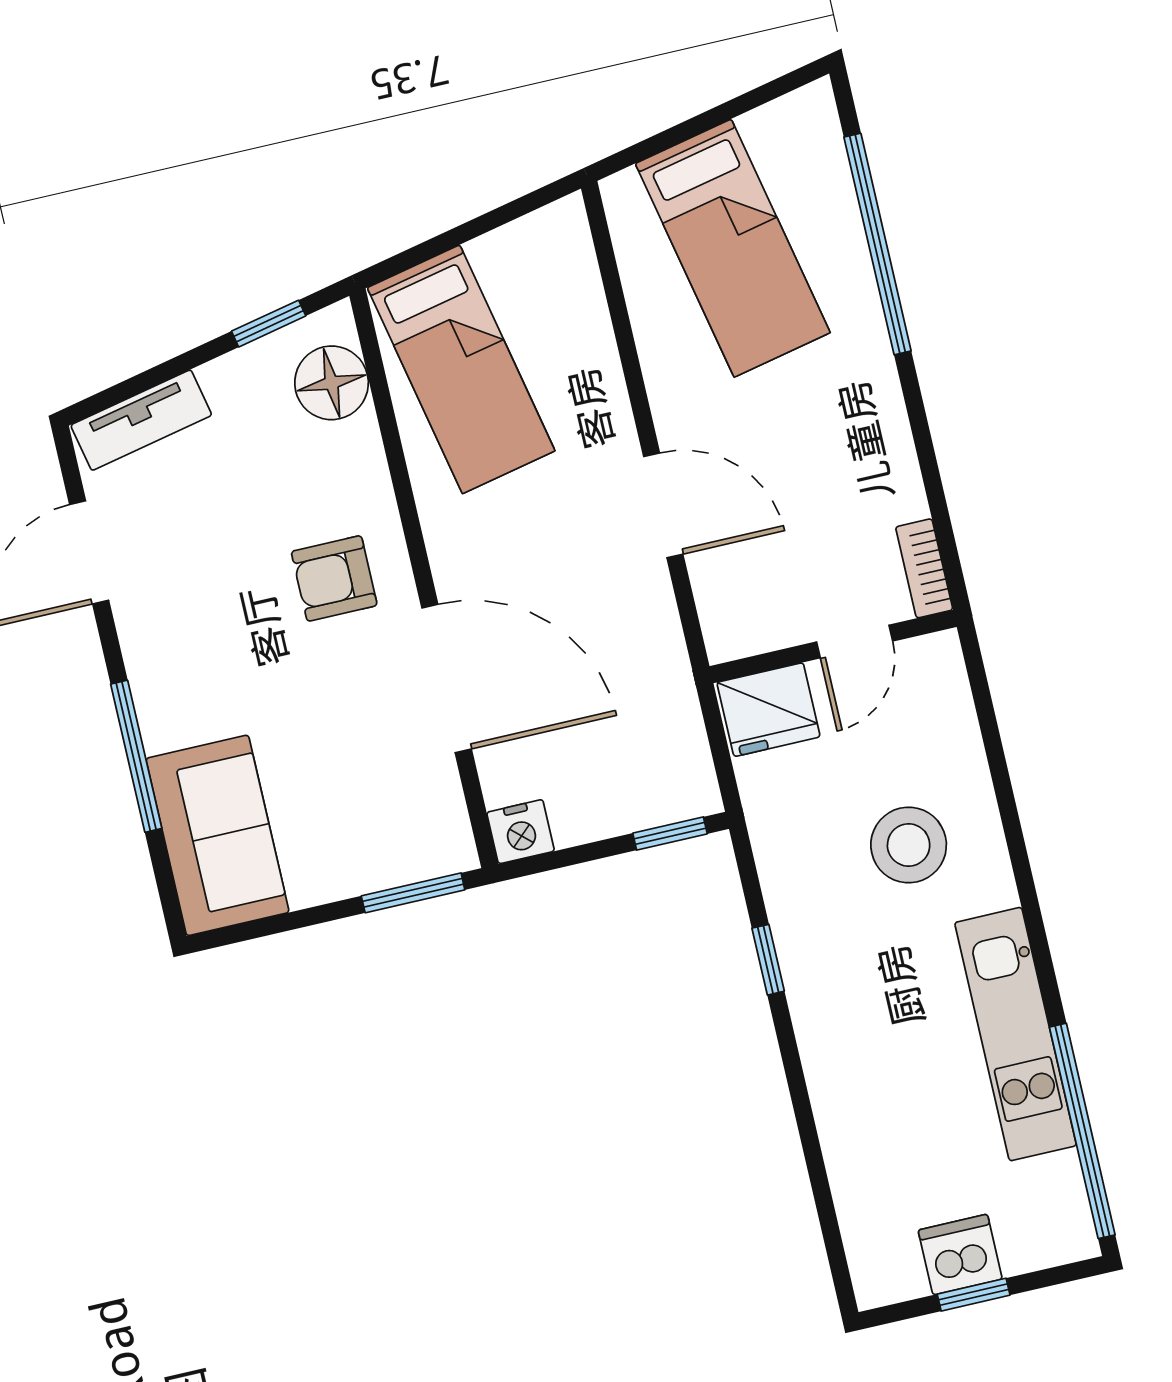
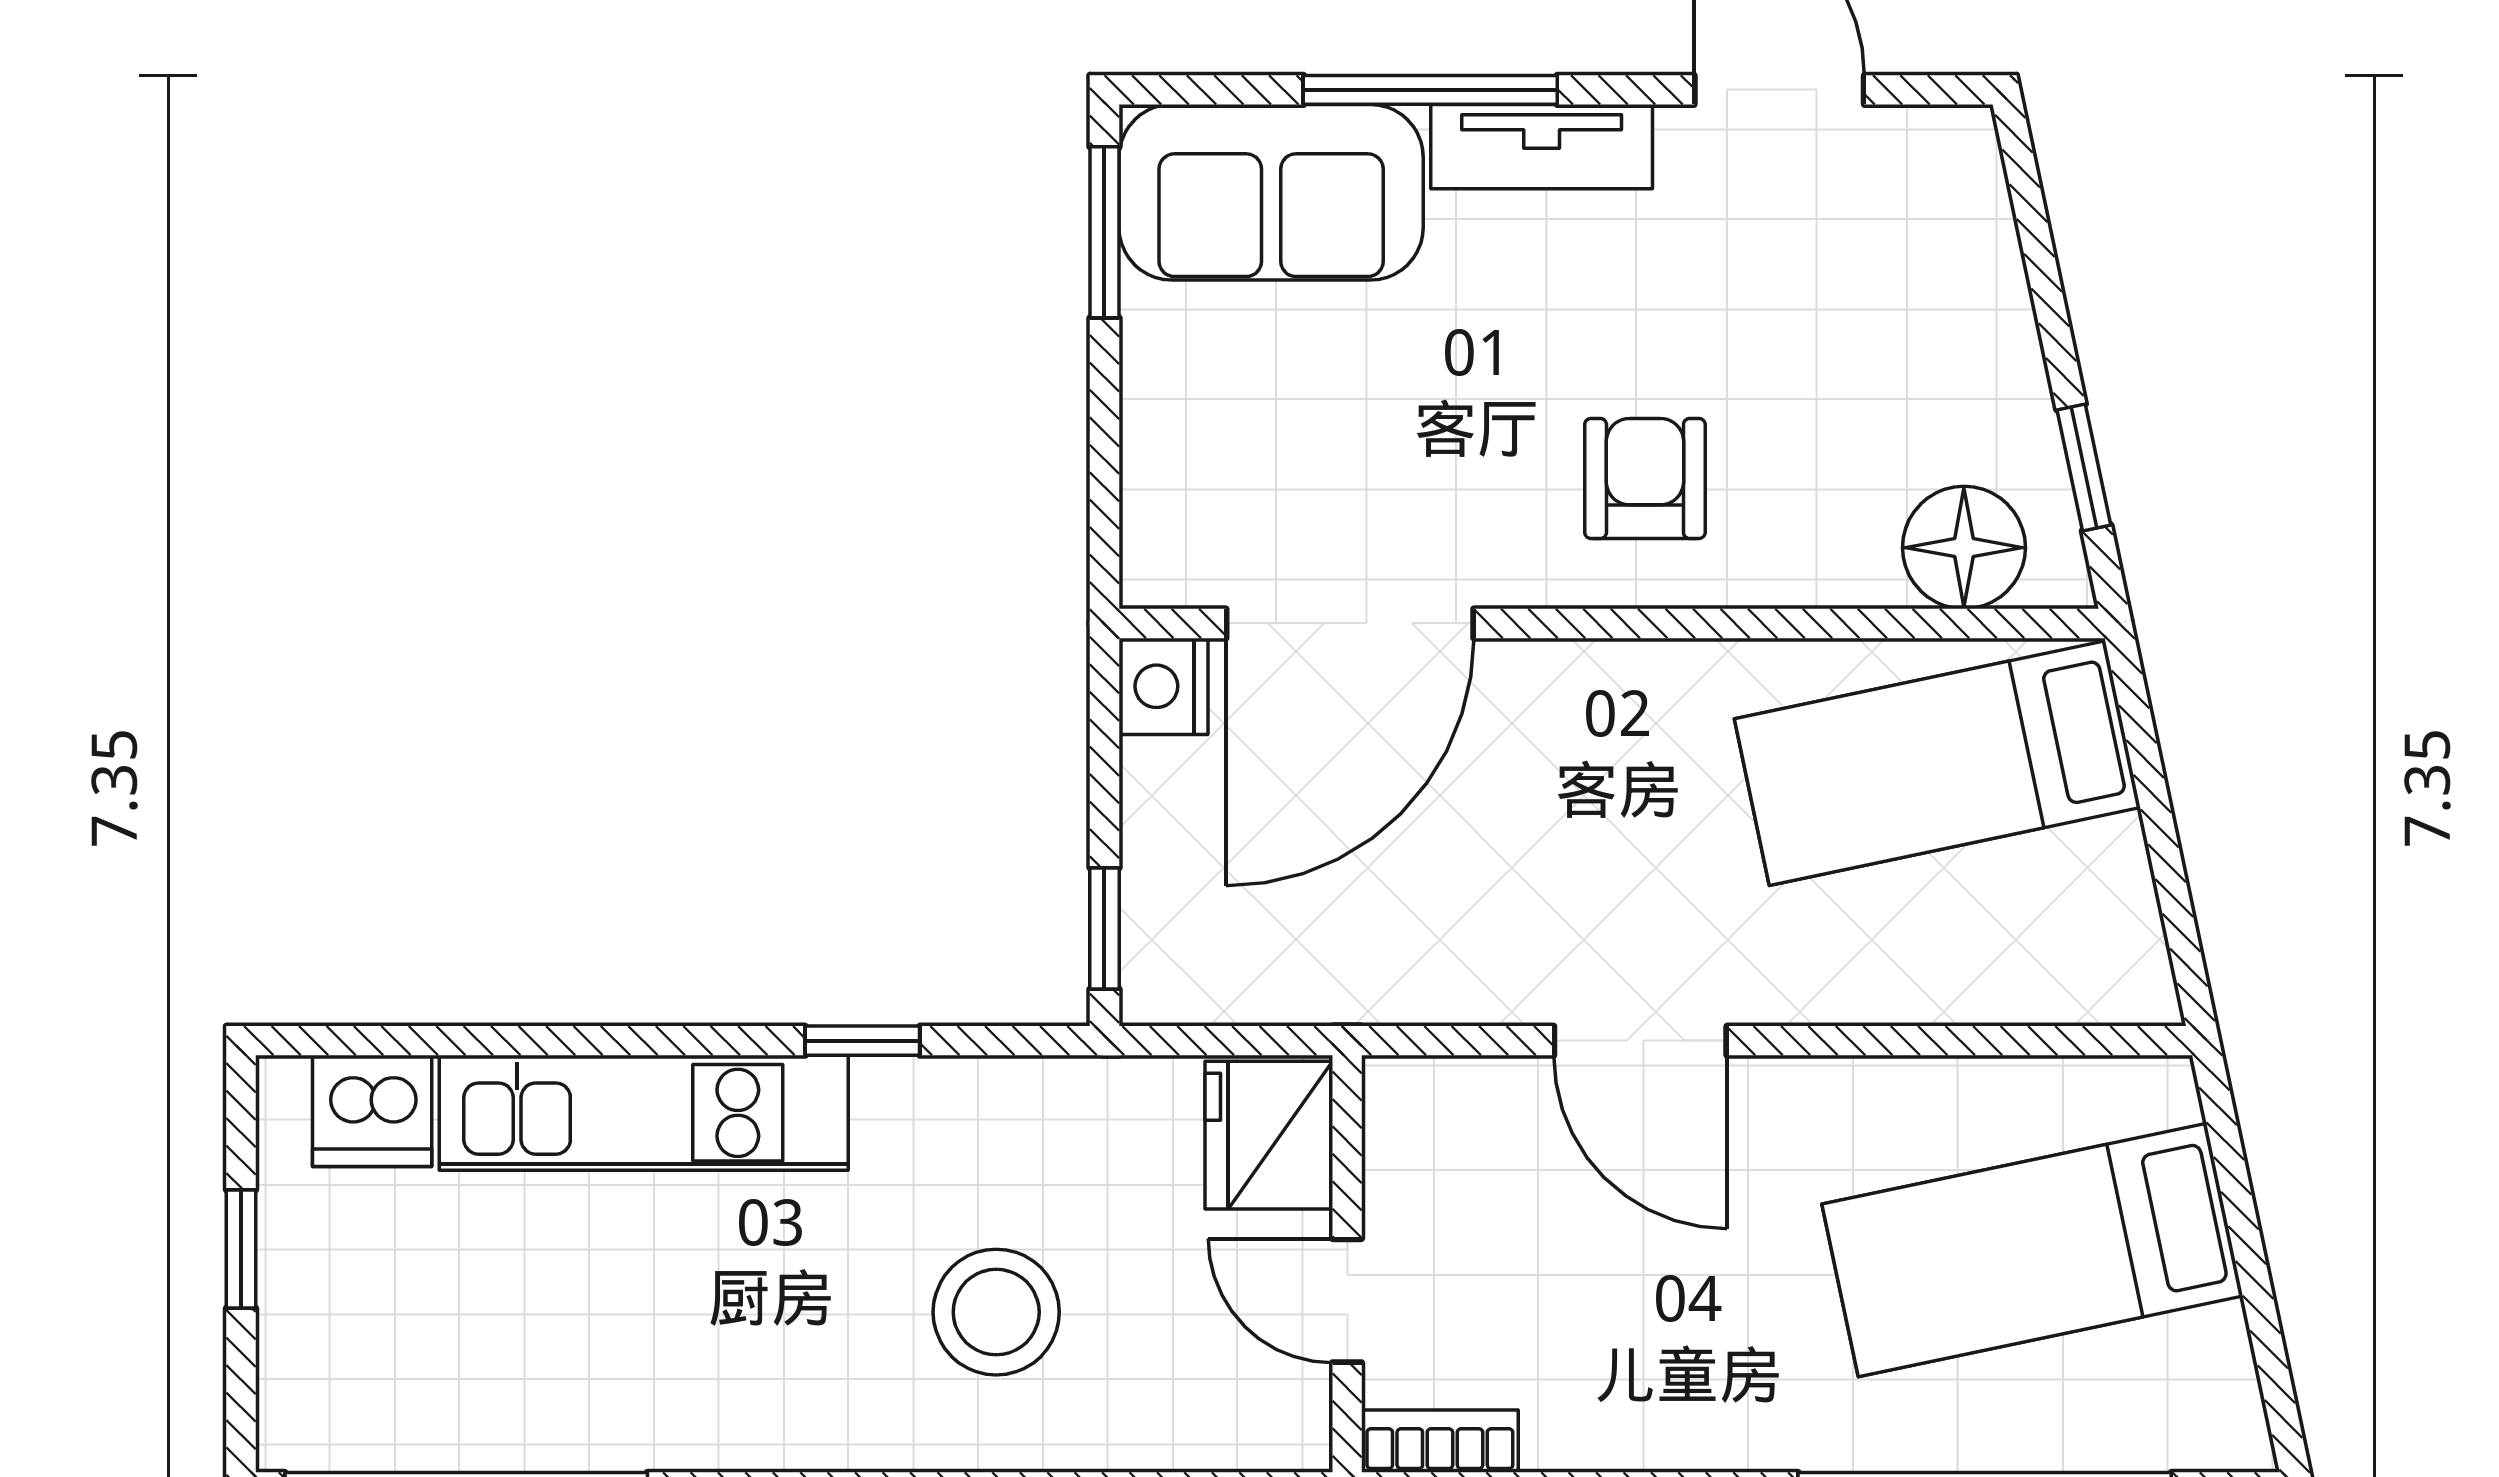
tv unit: (141, 420) -> (1542, 147), moved, turned -78
door: (663, 505) -> (1640, 1041), hinge flipped
door: (447, 678) -> (1350, 623), moved
window: (413, 893) -> (1104, 232), moved
kitchen unit: (1016, 1034) -> (644, 1113), moved, turned 180
dishwasher: (960, 1255) -> (372, 1111), moved, turned 90

